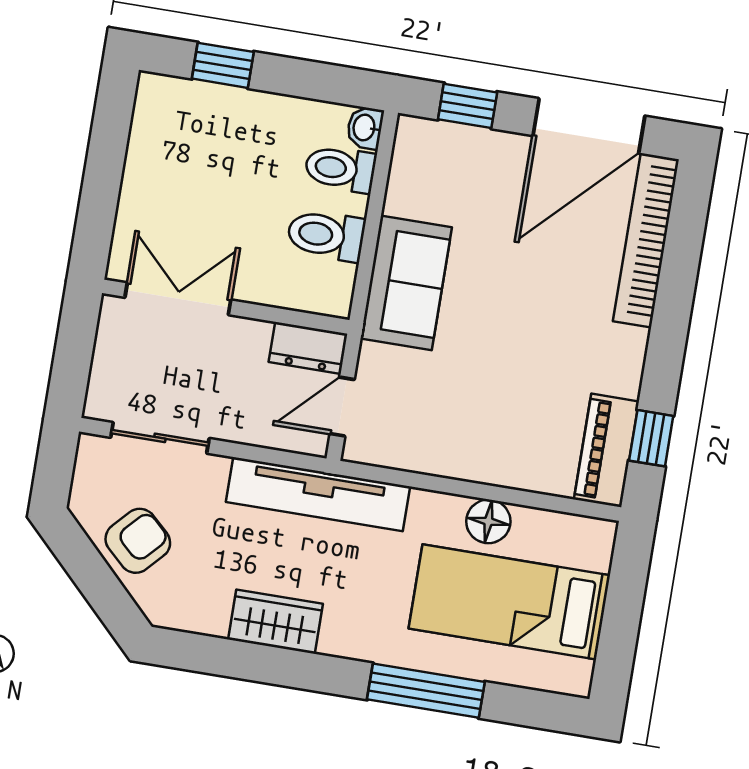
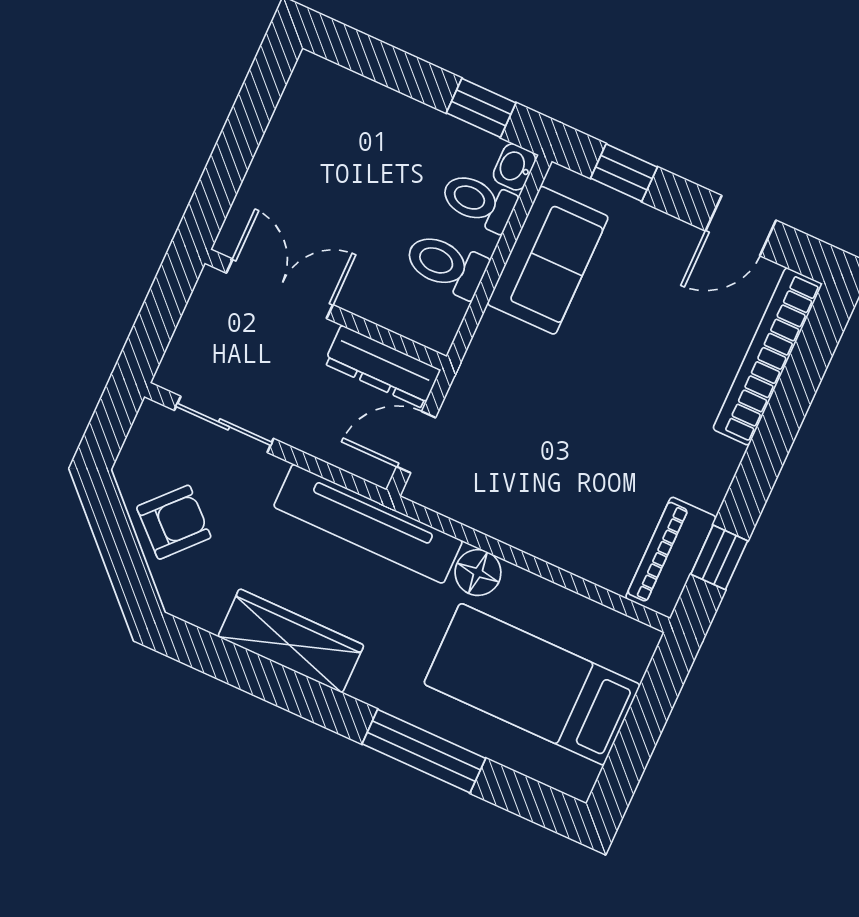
window: (223, 65) -> (481, 108), moved
door: (589, 126) -> (741, 226), width x0.53
sofa: (406, 283) -> (548, 260), moved
dresser: (308, 348) -> (382, 367), width x1.44
floor lamp: (488, 521) -> (478, 573), moved
wardrobe: (275, 622) -> (291, 641), width x1.50

